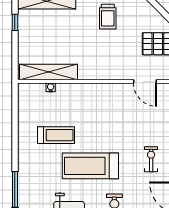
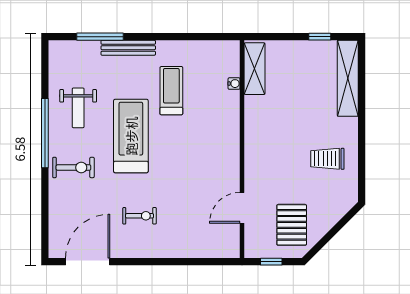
shelving: (48, 72) -> (255, 69), width x0.68
treadmill: (56, 135) -> (171, 91), turned 180
bench: (23, 168) -> (128, 48), added

